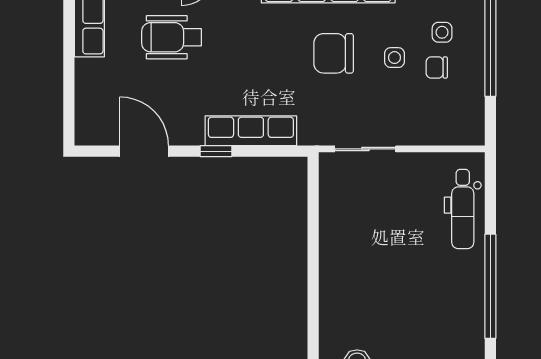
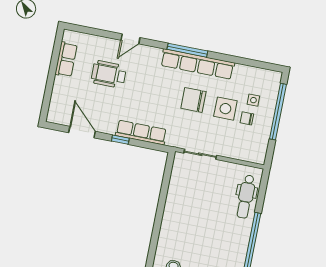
side table: (394, 58) -> (225, 109), width x1.87, depth x1.87

